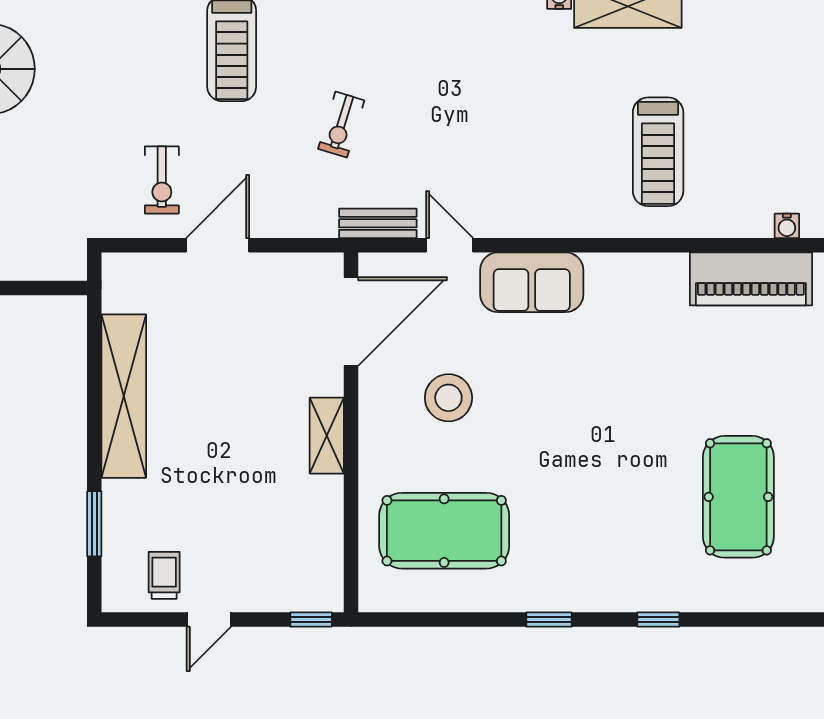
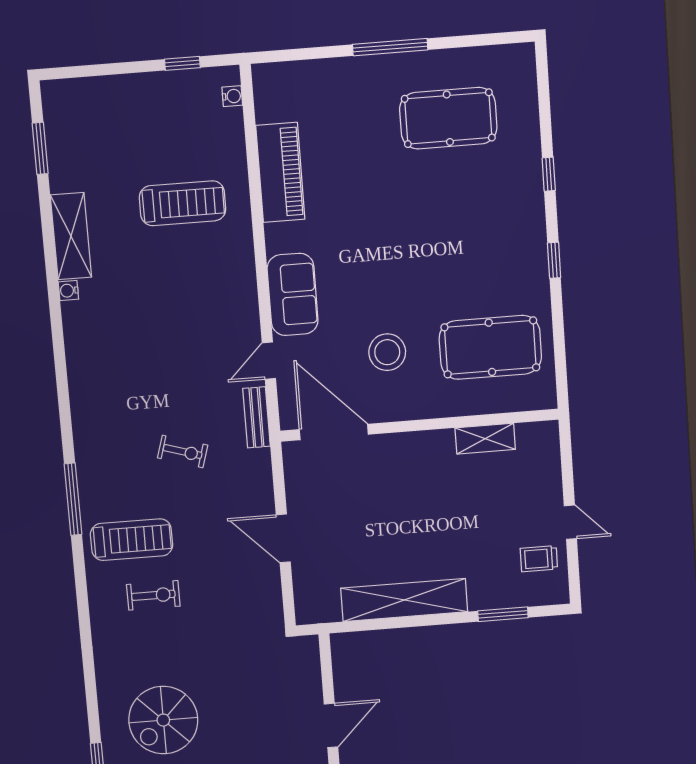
exercise bike: (162, 180) -> (153, 595), moved
piano: (751, 279) -> (280, 172), moved
shelving: (327, 436) -> (485, 439), moved
pool table: (444, 531) -> (490, 347), turned 90
window: (311, 620) -> (566, 444), removed

